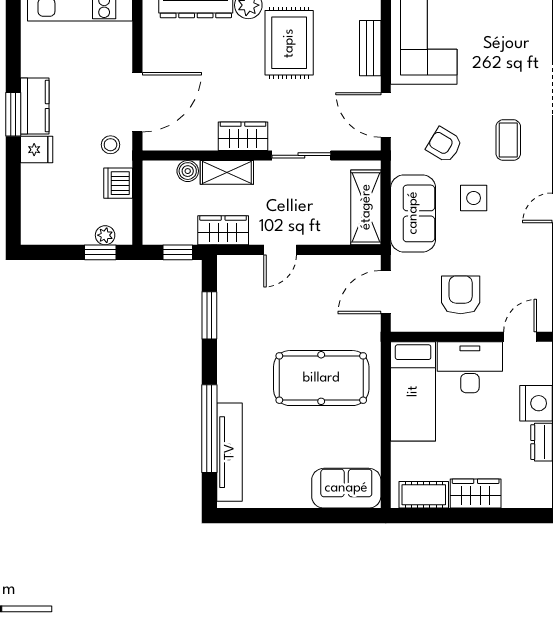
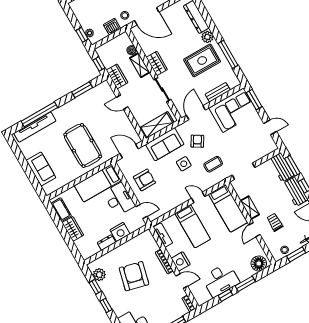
sofa: (346, 488) -> (41, 169), moved

